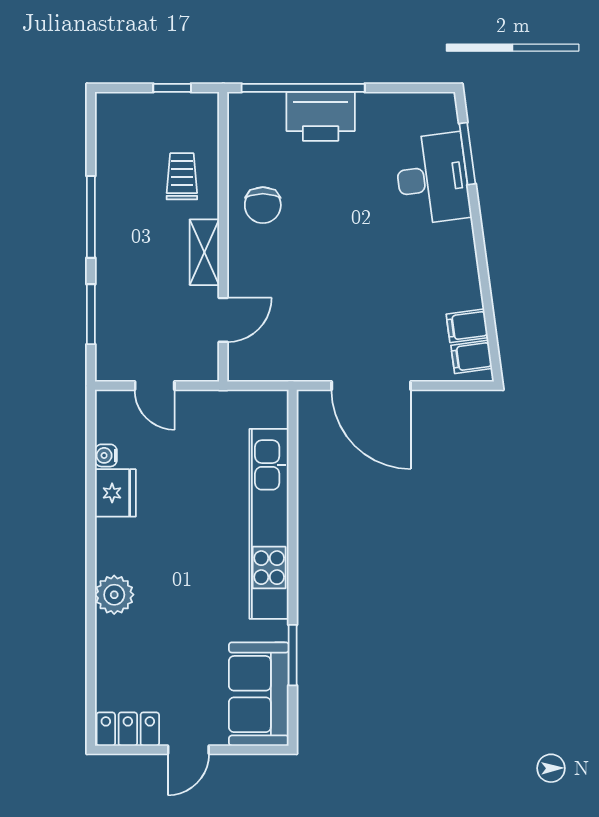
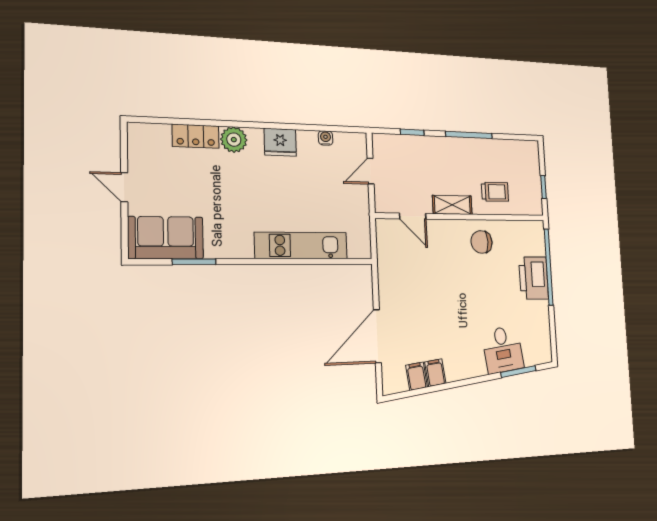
desk: (432, 179) -> (503, 350), width x0.73
window: (91, 314) -> (412, 132), width x0.67
filing cabinet: (472, 357) -> (435, 373), moved
door: (371, 386) -> (377, 336), moved
fridge: (115, 493) -> (280, 142), moved
kitchen unit: (269, 524) -> (301, 245), width x0.73
locker: (128, 729) -> (196, 136), moved, turned 90

